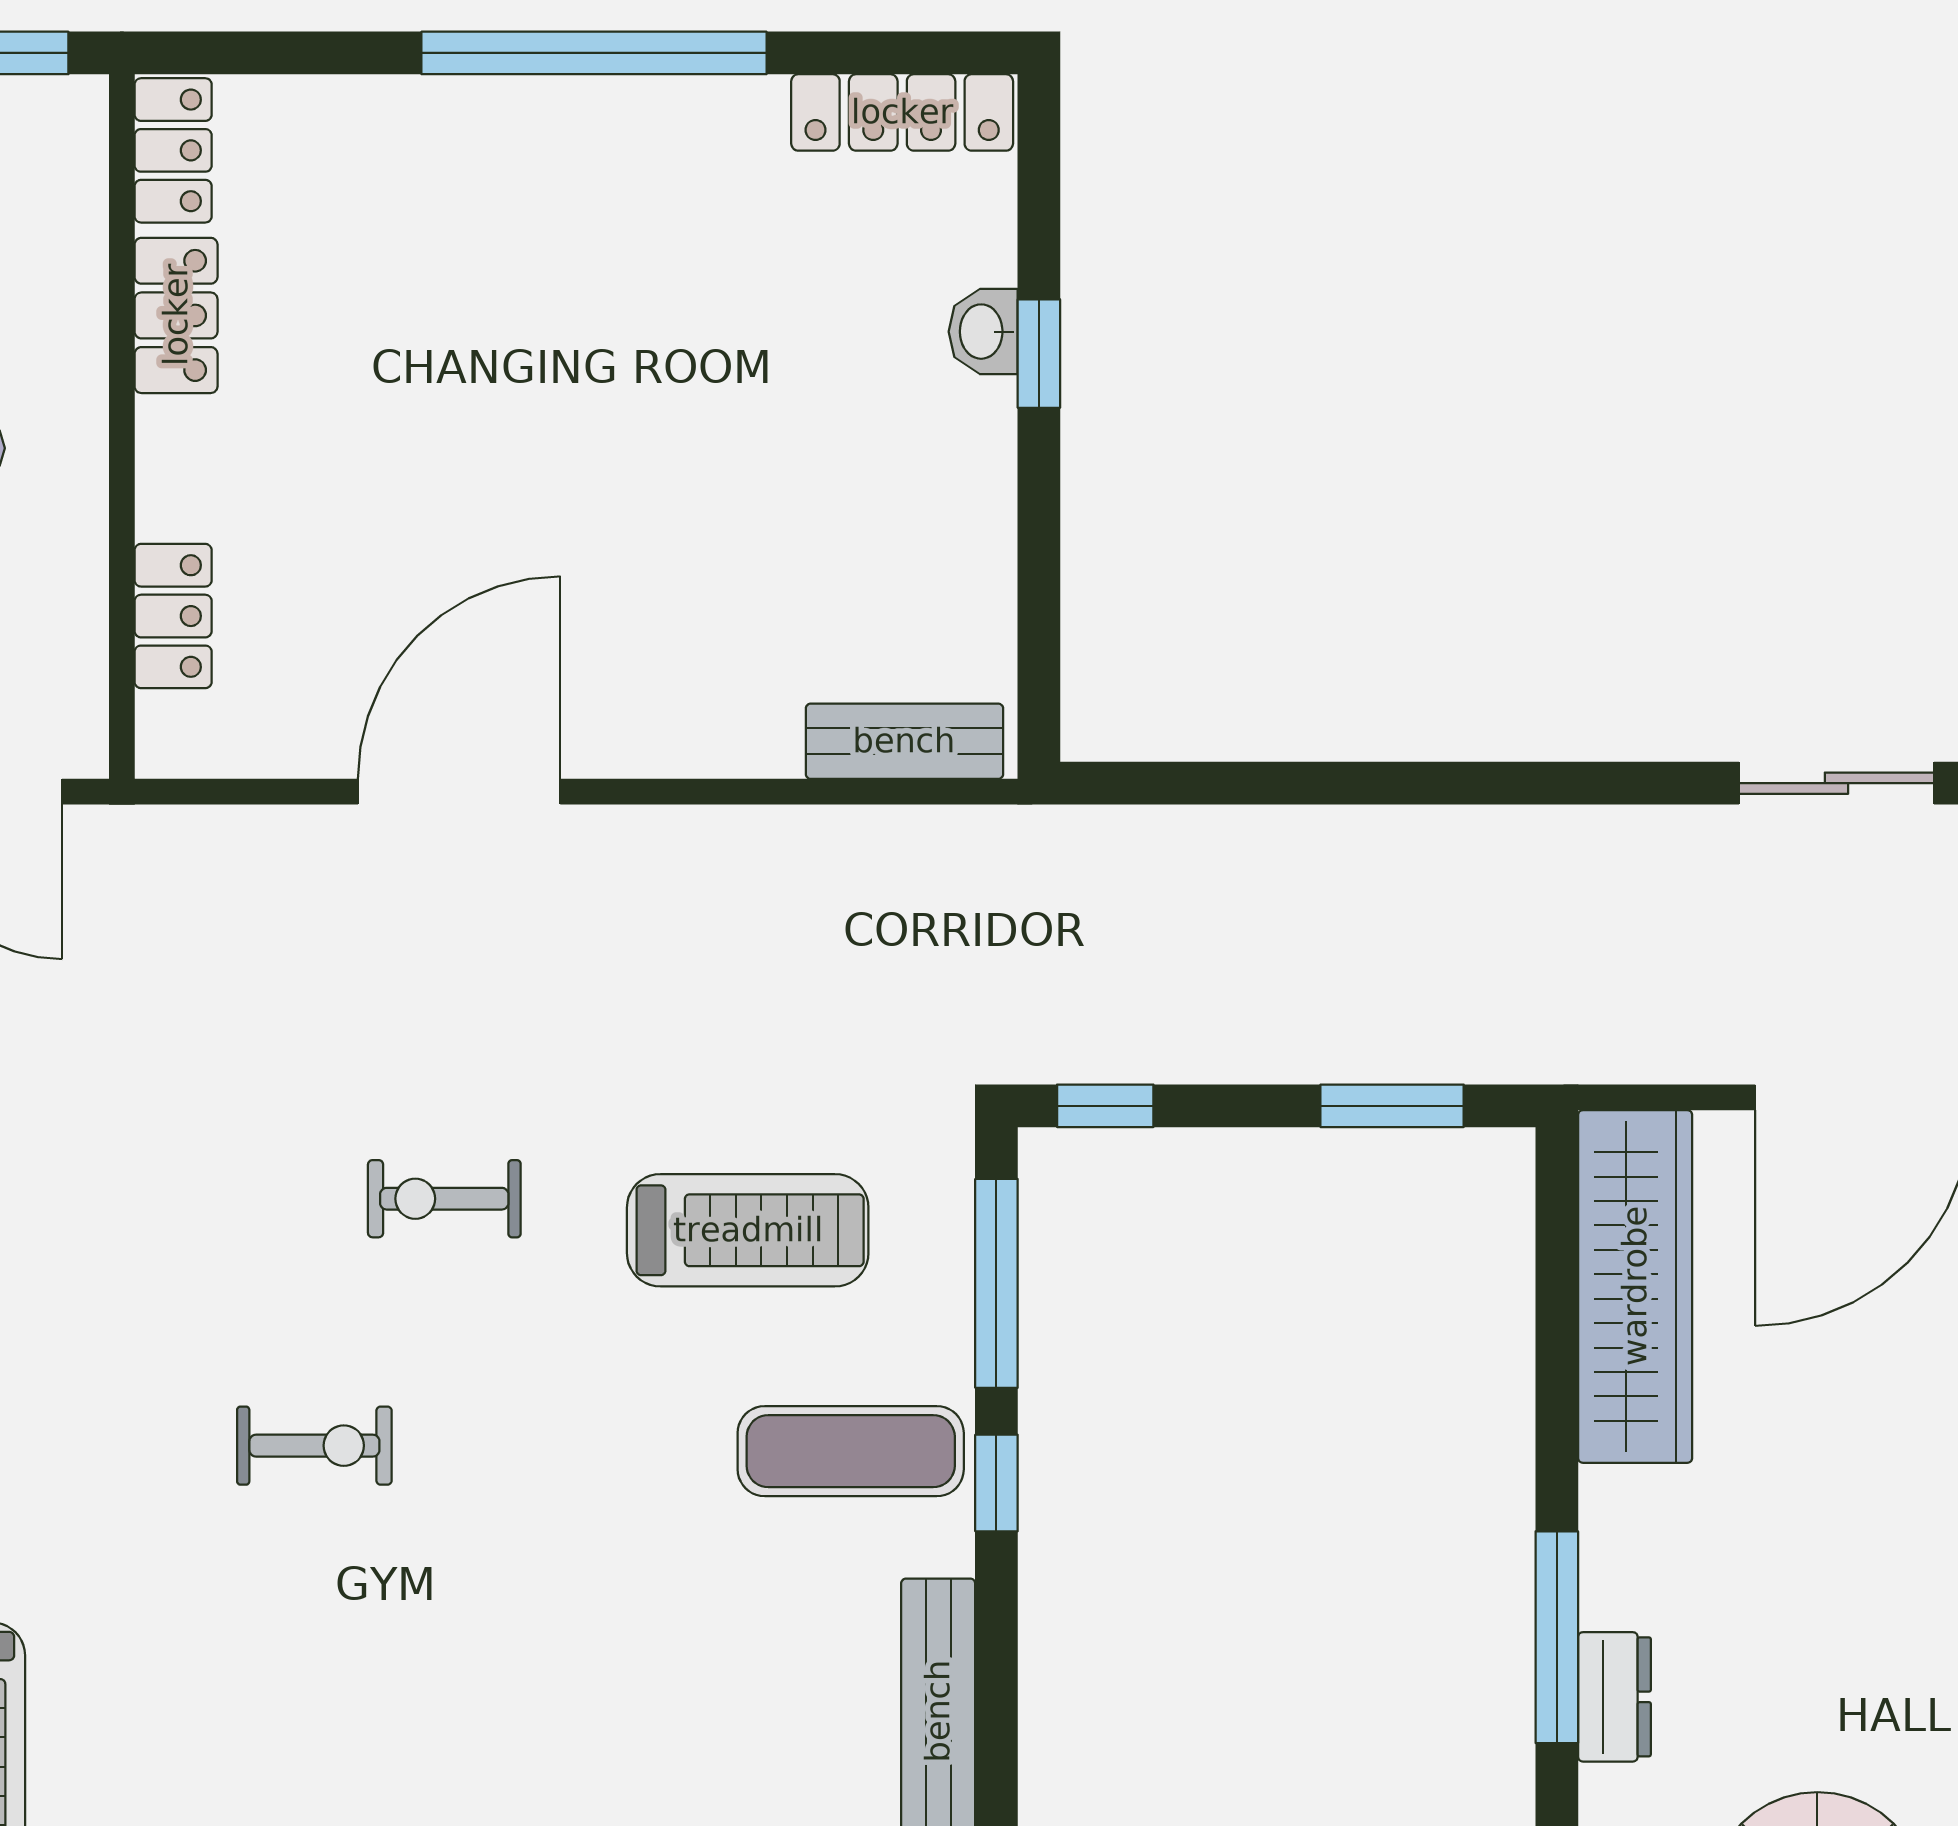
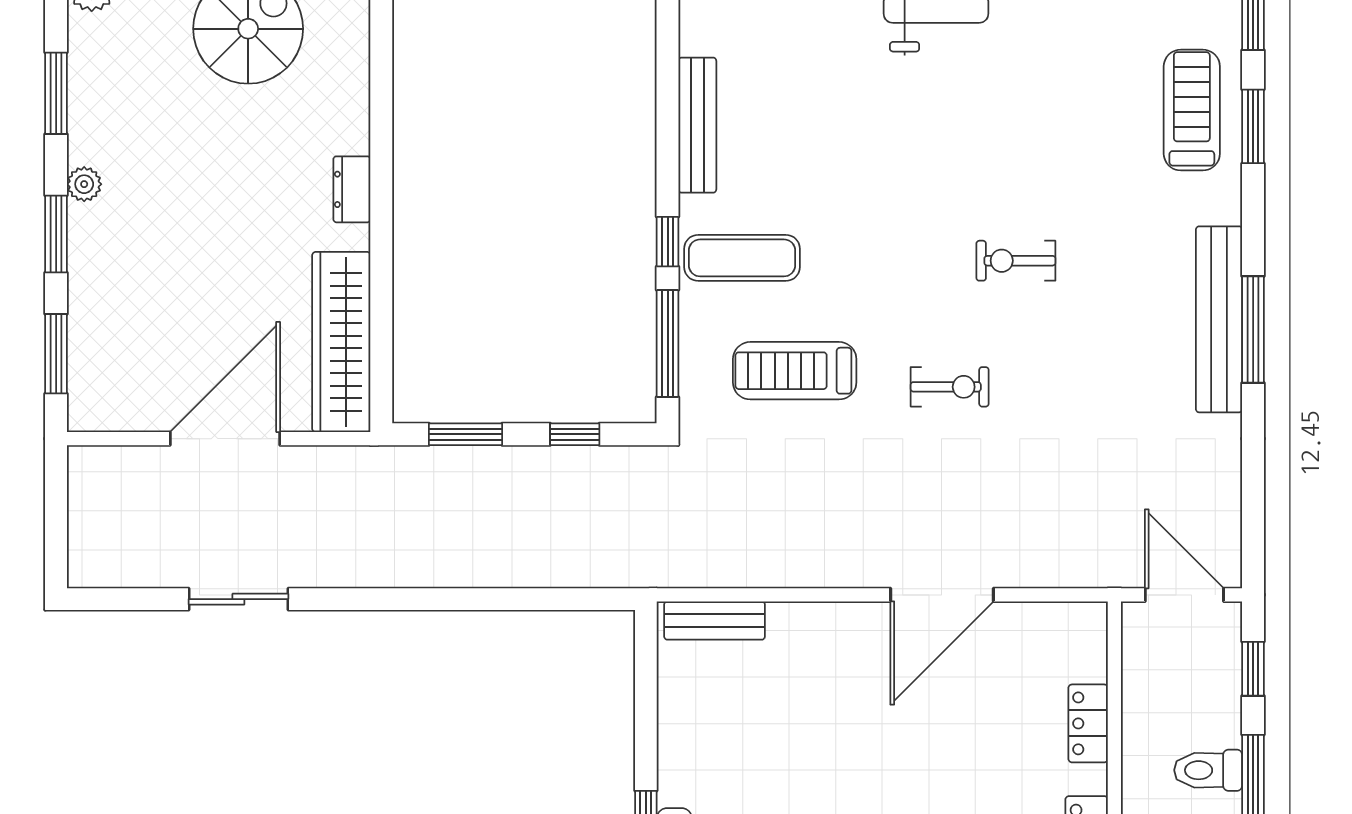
locker: (173, 616) -> (1088, 723), moved
window: (1105, 1106) -> (575, 434), moved
window: (1557, 1637) -> (381, 163), removed
dresser: (1614, 1697) -> (352, 189), moved

